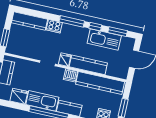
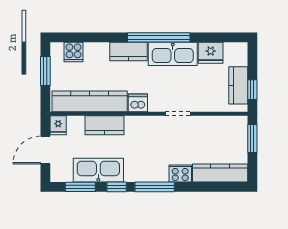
fridge: (65, 60) -> (58, 125), moved
kitchen counter: (88, 65) -> (104, 125), width x0.67

